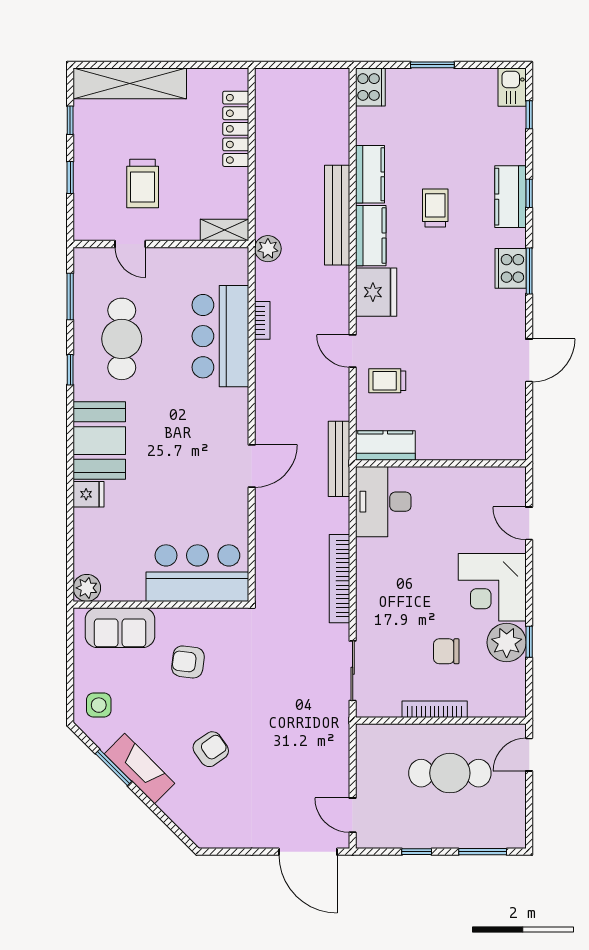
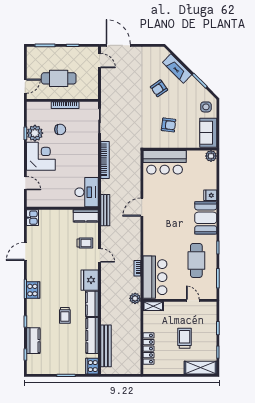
shelving: (130, 83) -> (201, 368), width x0.68
kitchen sink: (512, 87) -> (33, 218), moved
kitchen counter: (370, 174) -> (92, 336), width x1.50
trolley: (143, 184) -> (185, 338), moved
kitchen counter: (511, 197) -> (33, 341), moved
bench: (337, 215) -> (106, 346), moved
bar counter: (220, 336) -> (155, 277), moved
sofa: (120, 628) -> (208, 133), moved, turned -90
fireplace: (139, 769) -> (177, 68), moved

